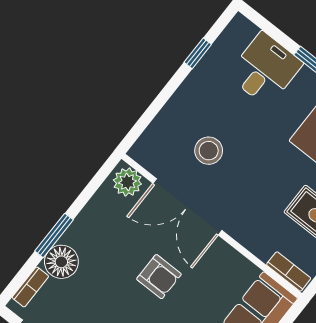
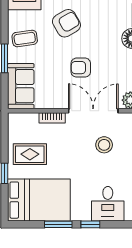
bookcase: (289, 271) -> (52, 118), moved

